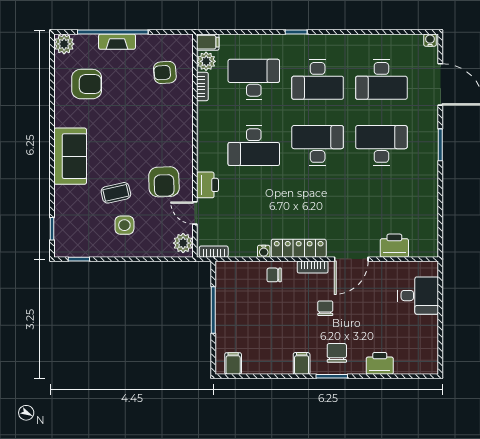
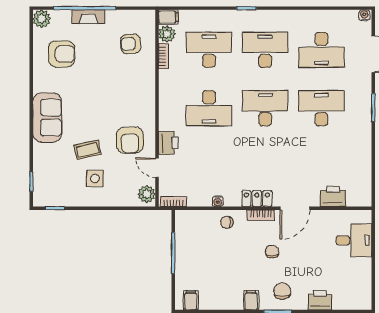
desk: (318, 79) -> (265, 50), turned 180
locker: (299, 248) -> (257, 199), width x0.66

